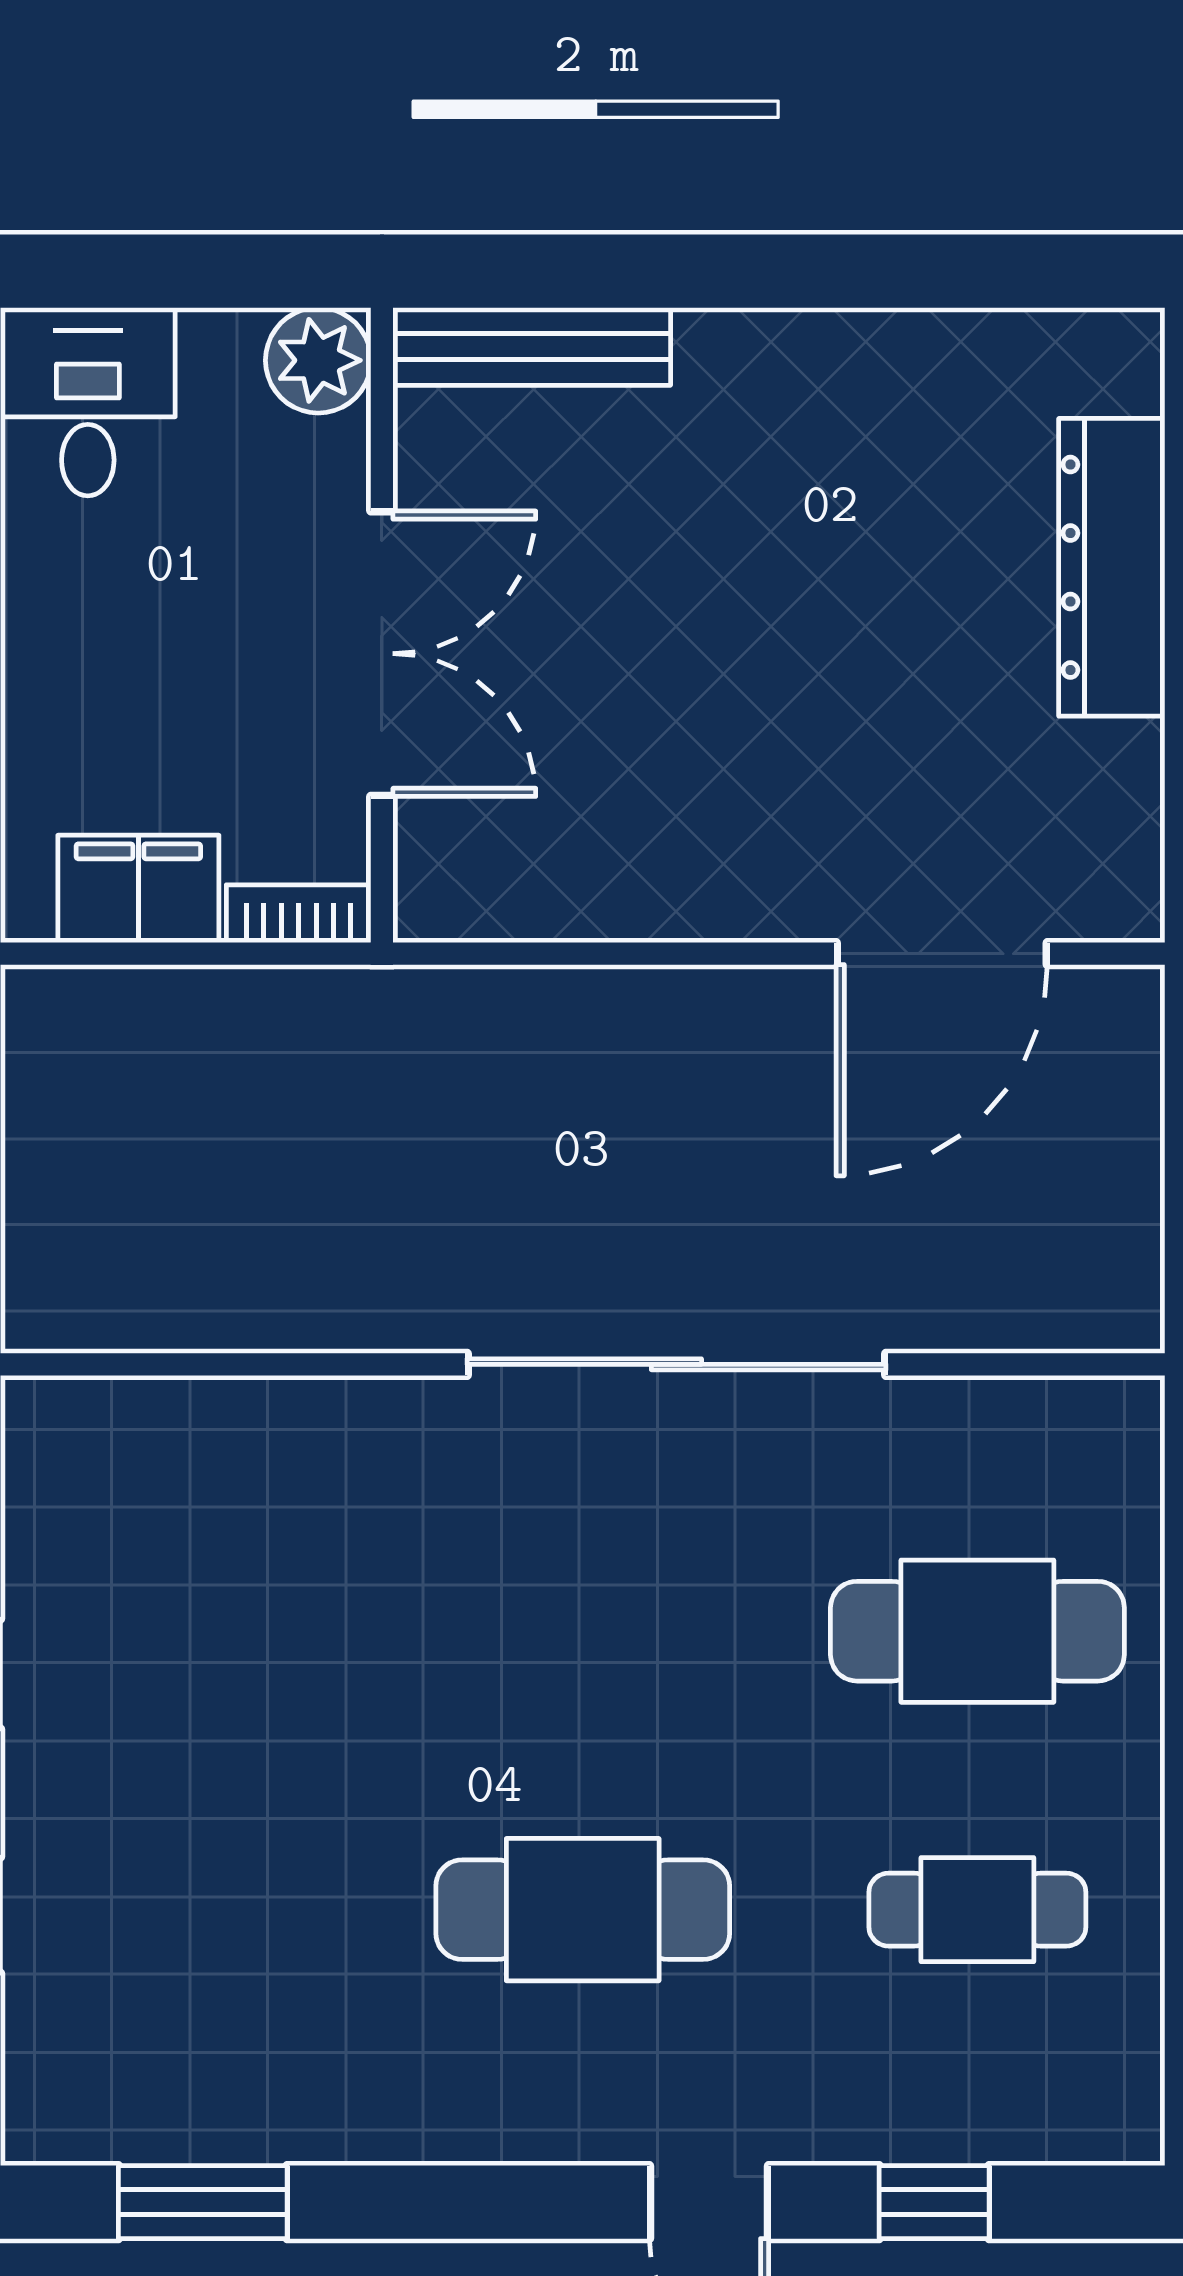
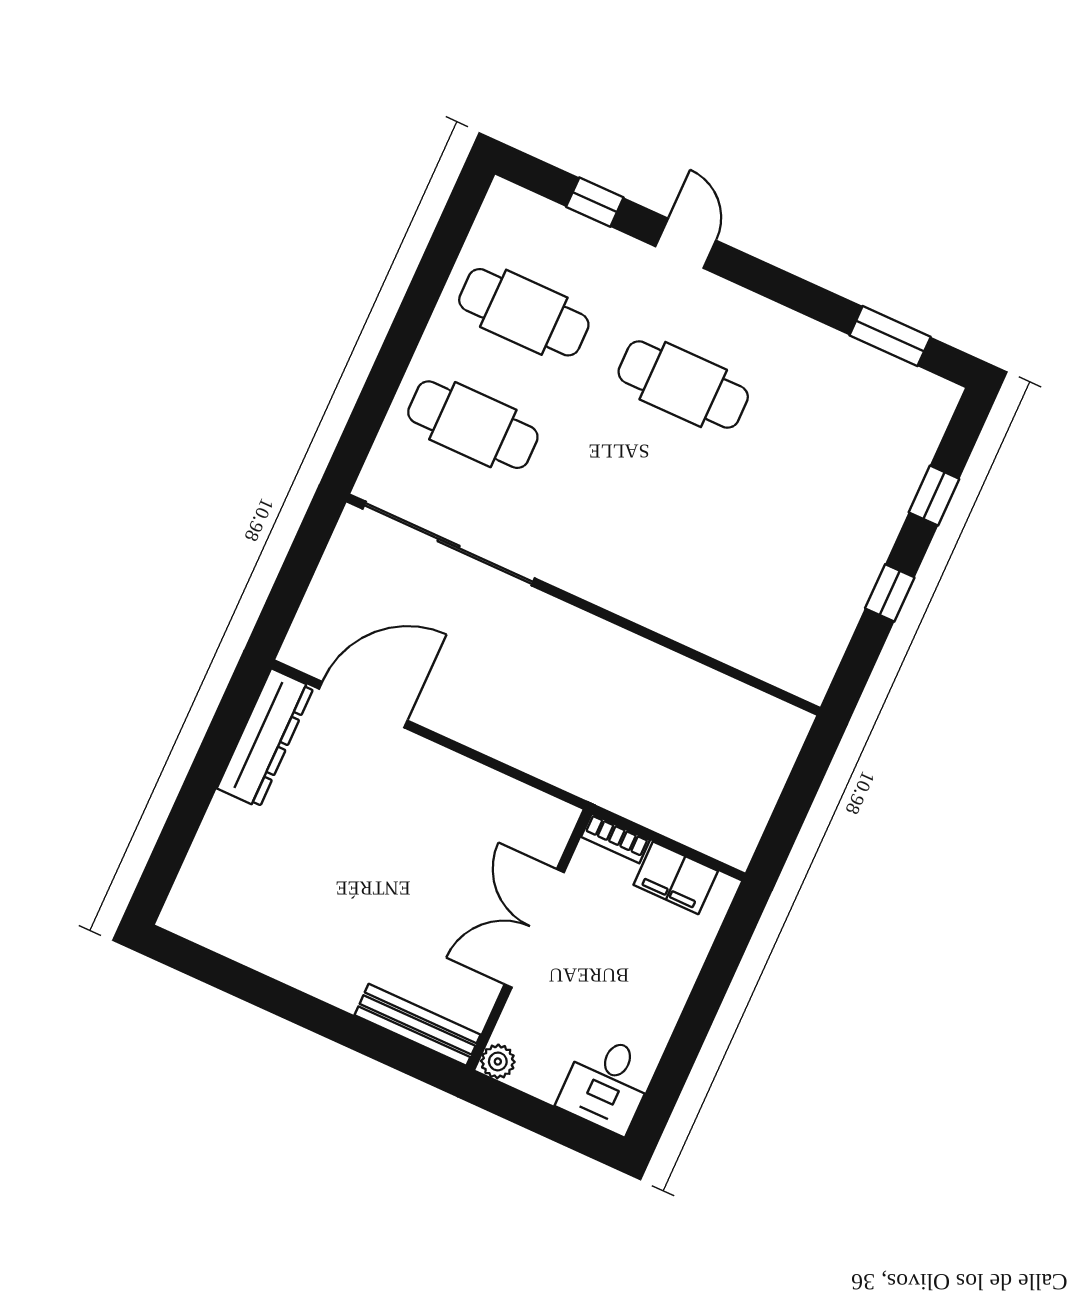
plant: (318, 360) -> (498, 1061), width x0.73, depth x0.73
dresser: (1112, 567) -> (265, 738), moved
sliding door: (676, 1364) -> (449, 543), moved
cafe table: (977, 1910) -> (524, 312), width x1.37, depth x1.35

